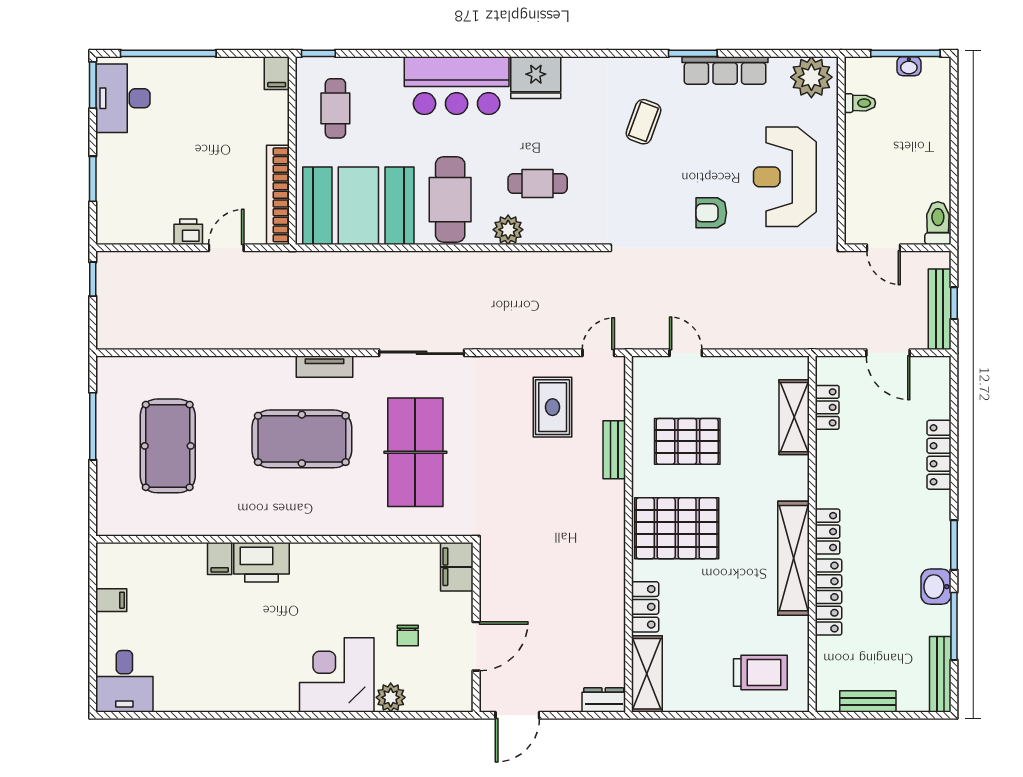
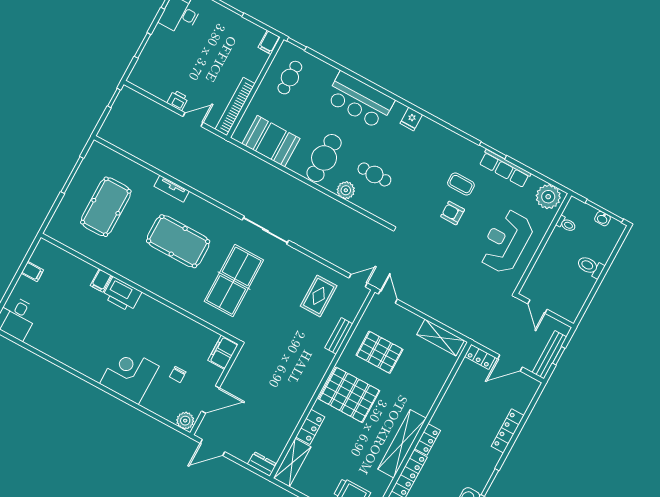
fridge: (536, 78) -> (411, 119), width x0.53, depth x0.75
coffee table: (644, 122) -> (461, 184), moved, turned 70
booth: (358, 206) -> (271, 141), width x0.73, depth x0.70
armchair: (711, 213) -> (453, 213), moved
toilet: (938, 223) -> (590, 267), moved, turned -90
door: (686, 353) -> (388, 297), moved
door: (888, 353) -> (510, 363), hinge flipped
tv unit: (324, 367) -> (172, 189), moved
locker: (827, 407) -> (480, 357), moved, turned 90
shelving: (794, 417) -> (440, 337), moved, turned 90
plant: (391, 697) -> (185, 421), moved

